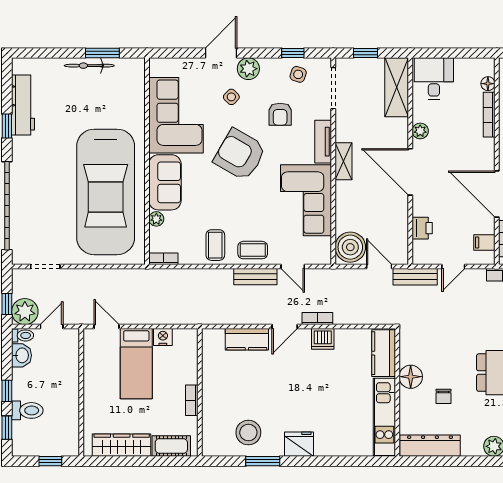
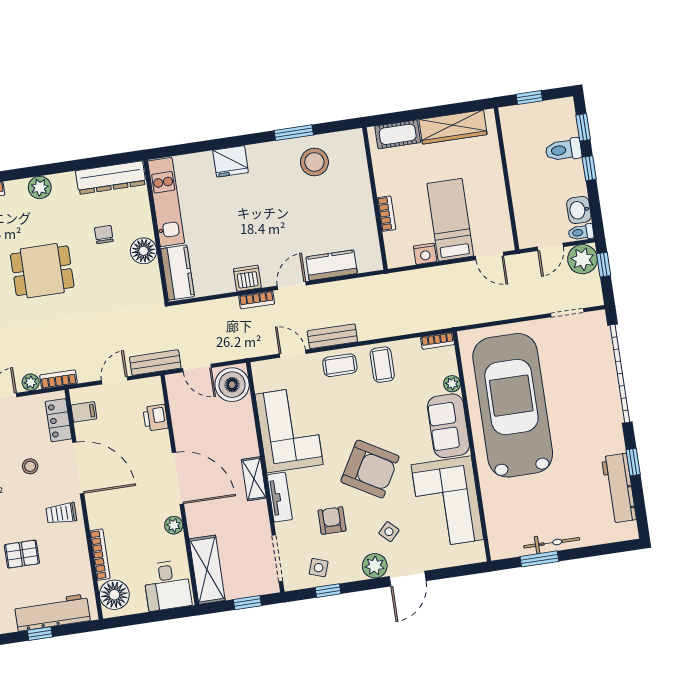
floor lamp: (488, 84) -> (114, 595), width x1.89, depth x1.89
bookcase: (192, 400) -> (386, 214), moved
fridge: (299, 444) -> (231, 161), moved

